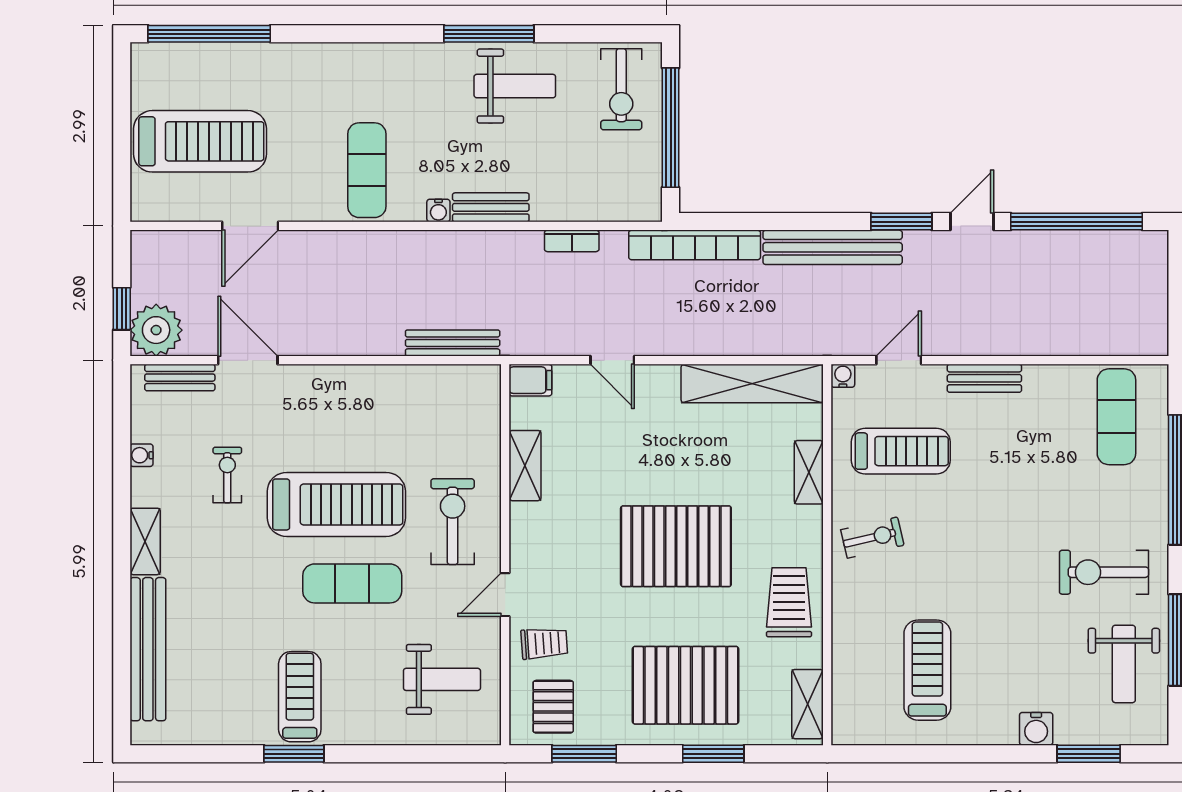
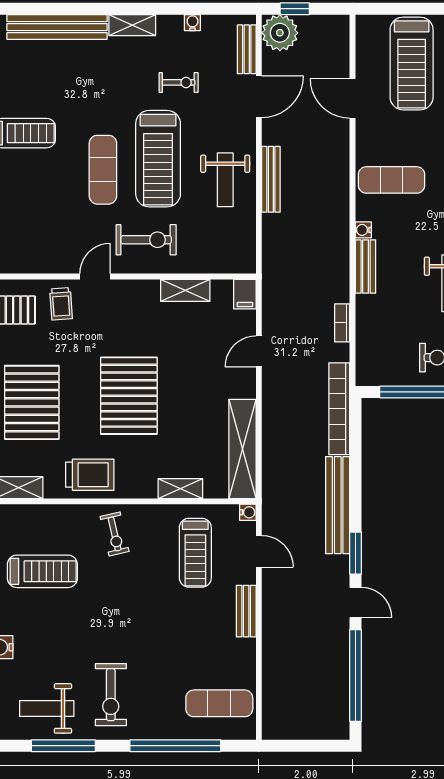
bench: (453, 343) -> (271, 179), moved
exercise bike: (872, 538) -> (115, 534), moved
exercise bike: (1104, 572) -> (111, 695), turned 180
door: (505, 595) -> (95, 276), hinge flipped
weight bench: (442, 679) -> (225, 180), moved

